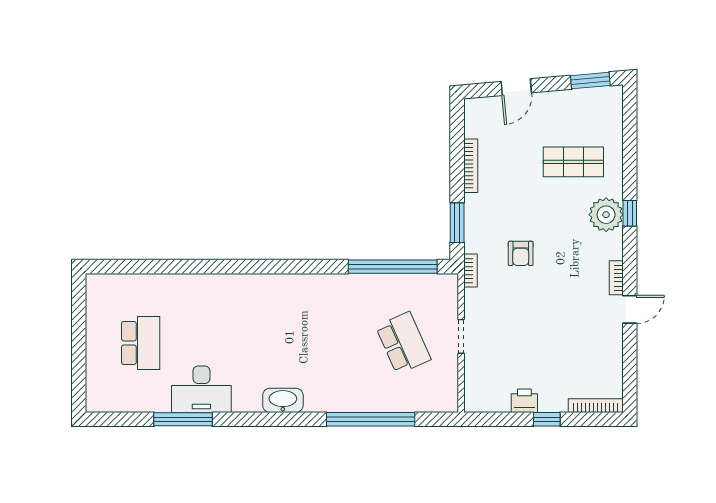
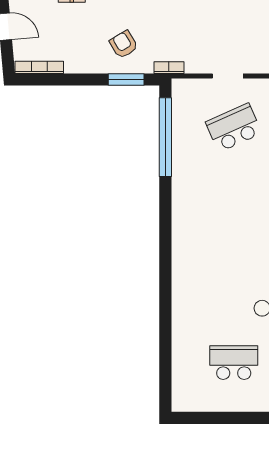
bookcase: (471, 166) -> (39, 67), moved
armchair: (521, 253) -> (124, 44), moved, turned -121

